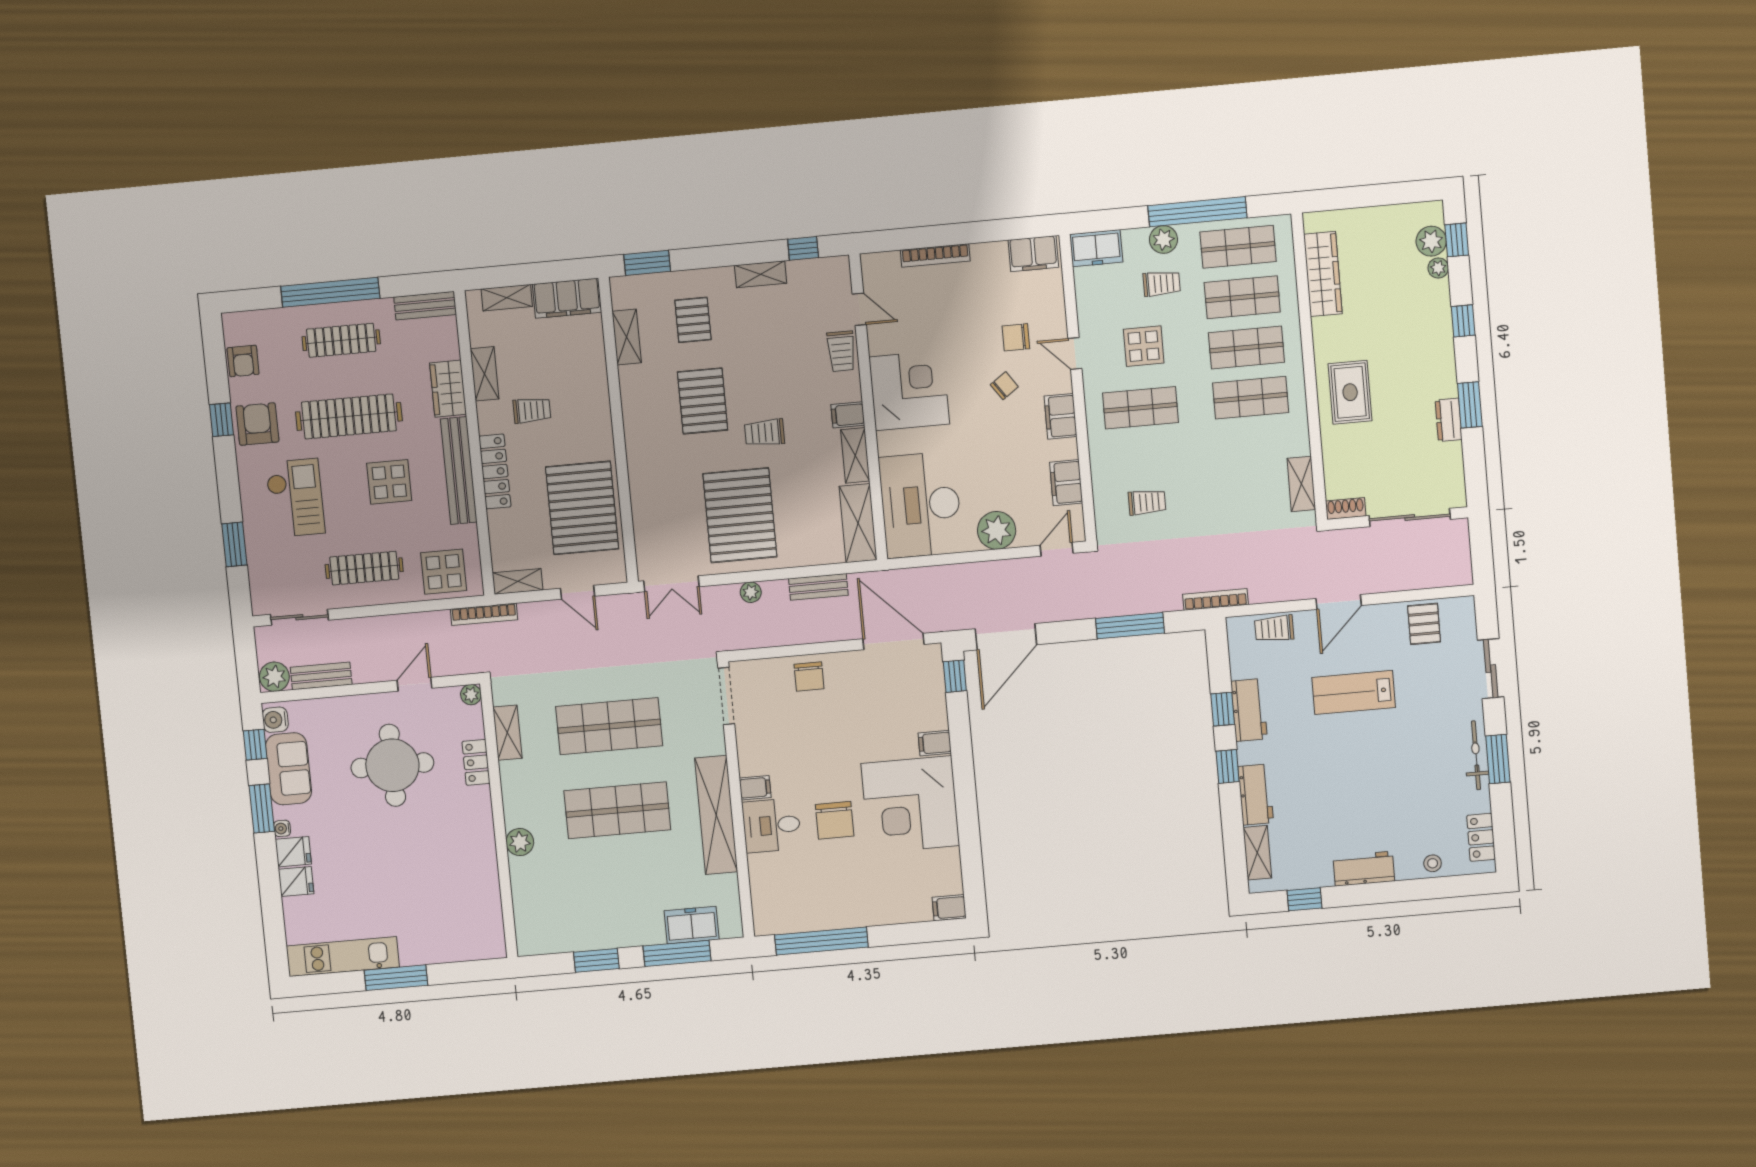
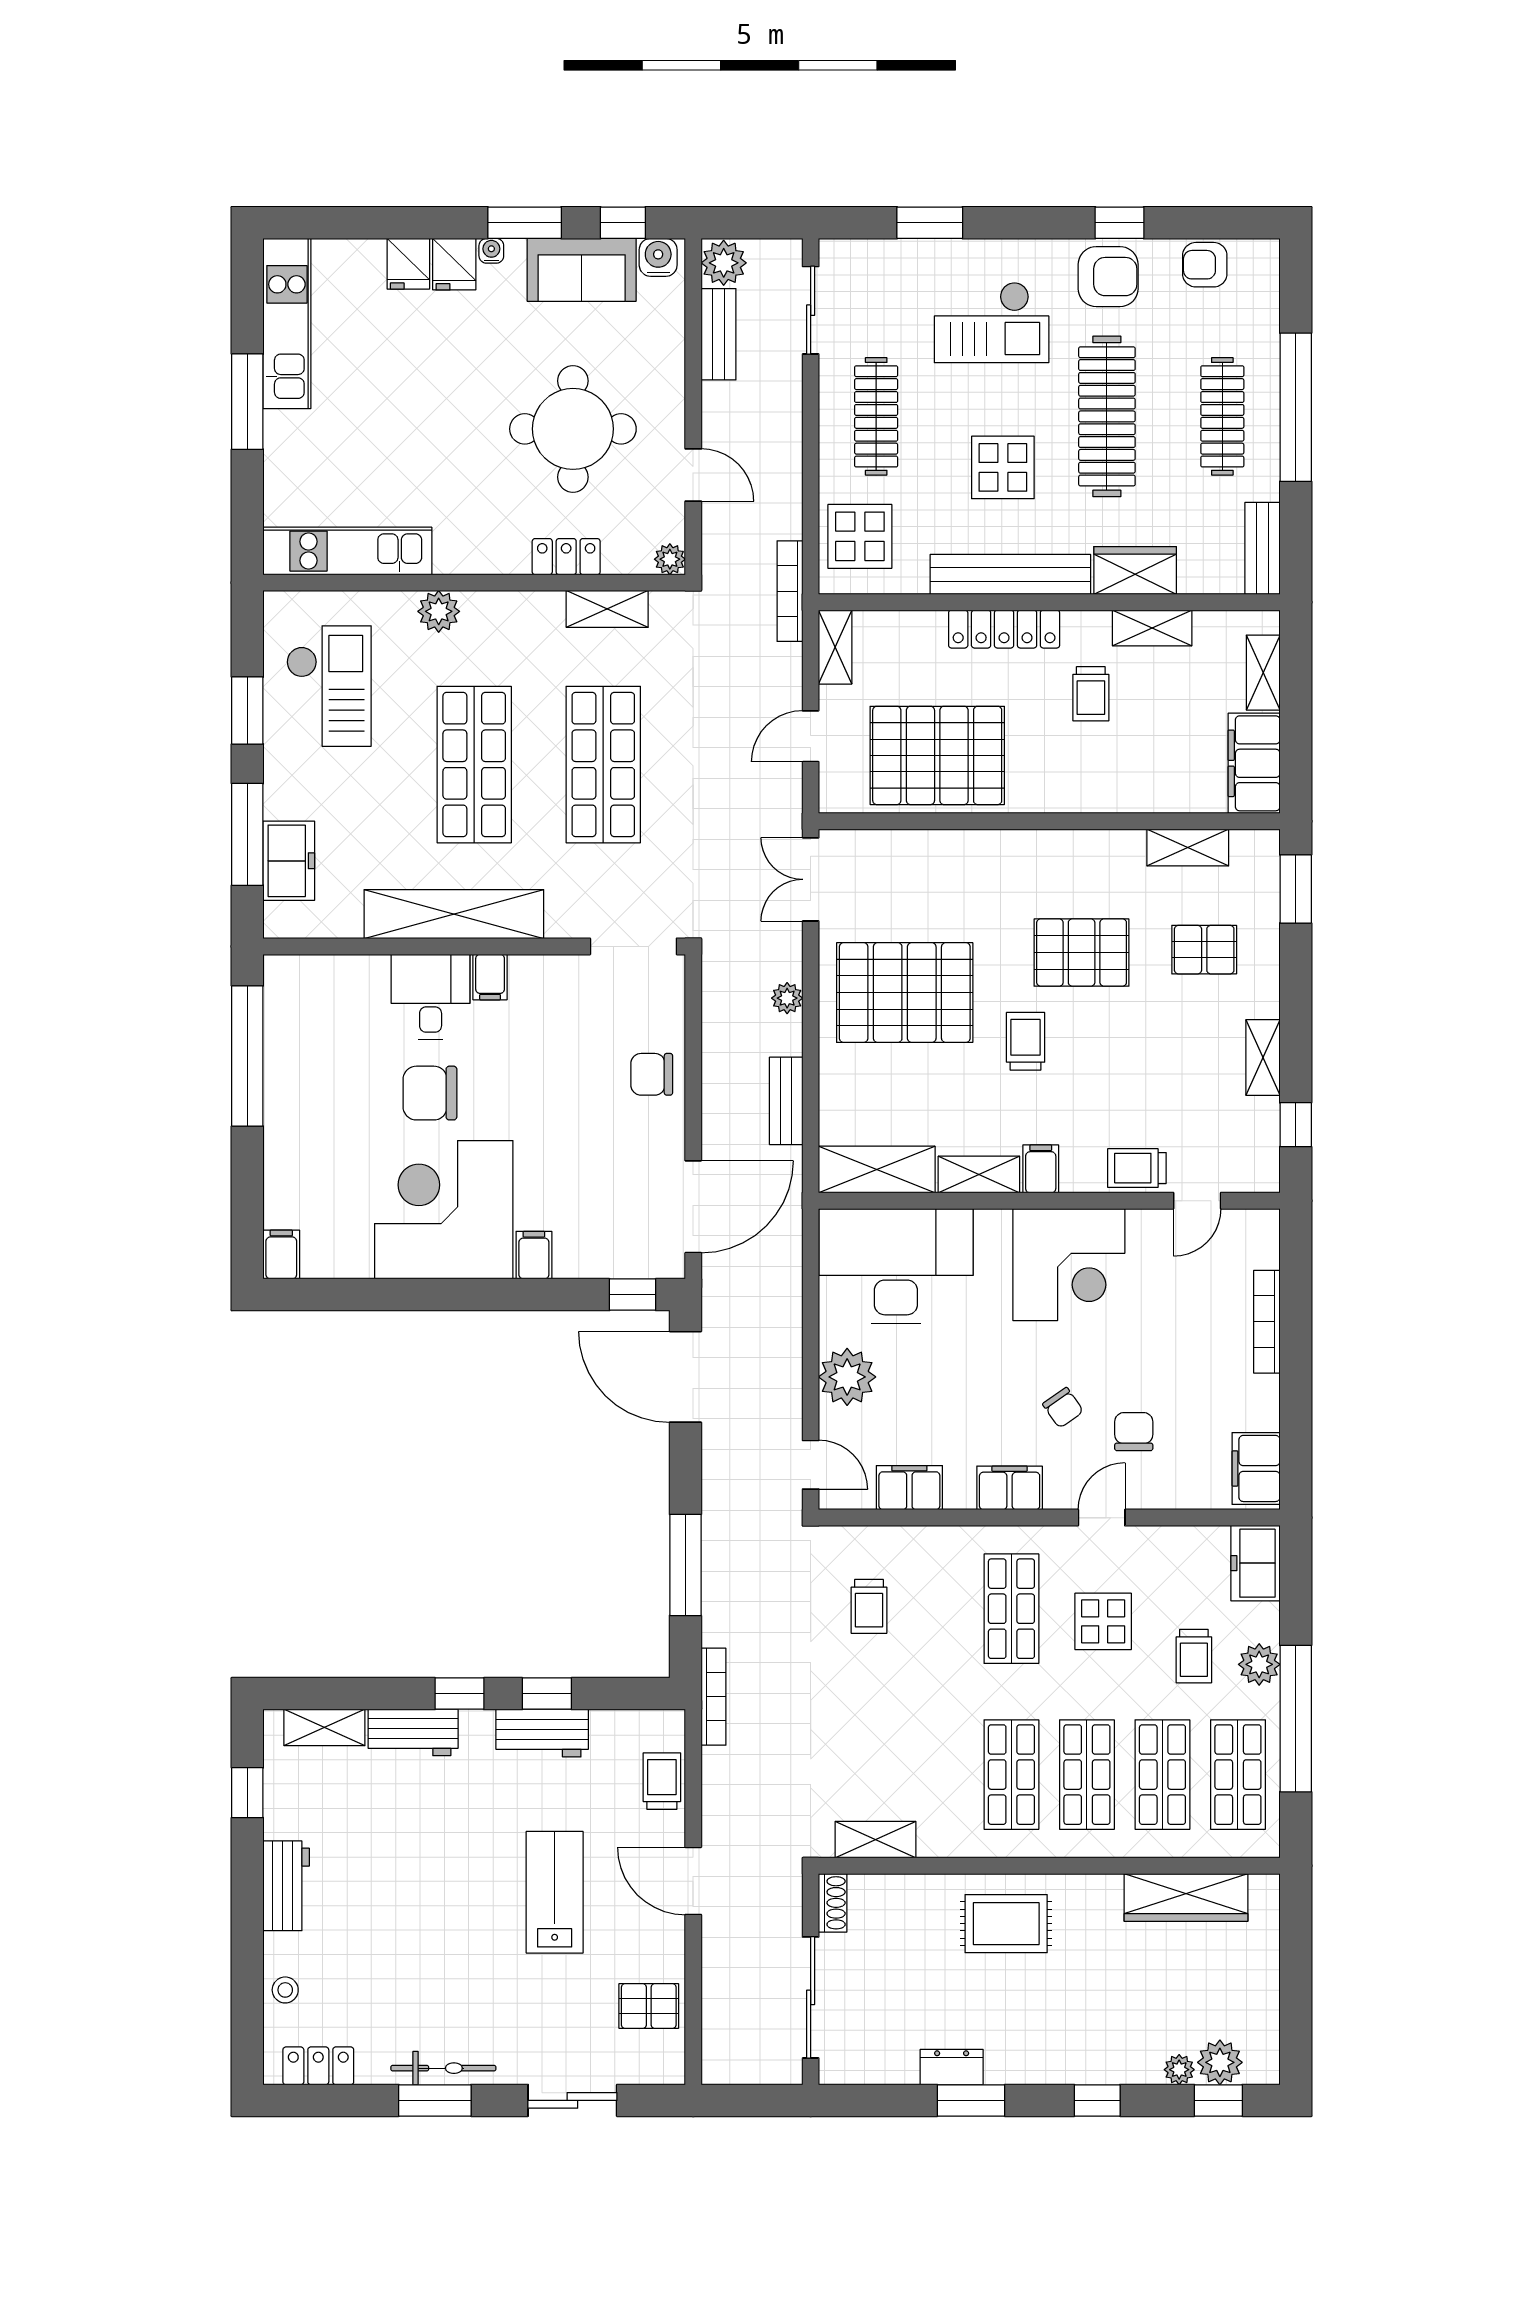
kitchen unit: (486, 905) -> (347, 551), added
checkout: (575, 909) -> (329, 686), added

